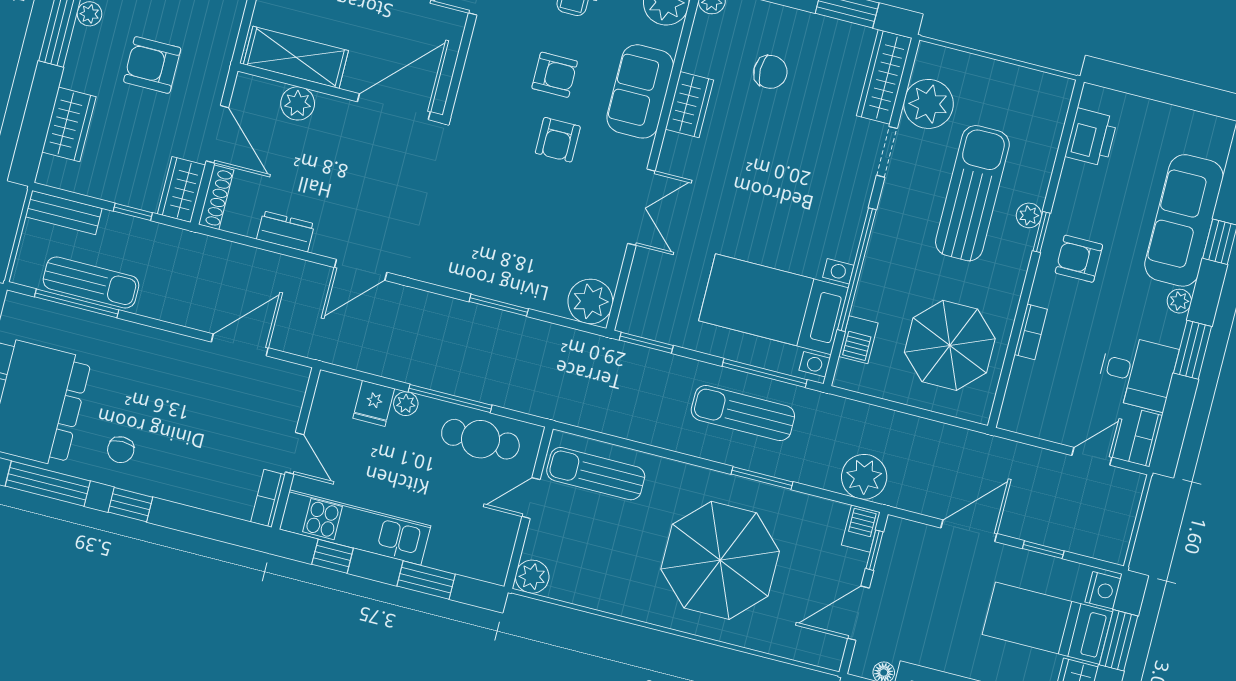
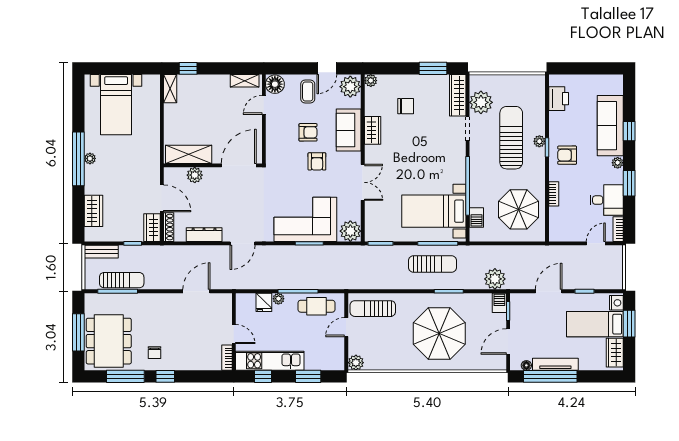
armchair: (152, 65) -> (124, 174), removed
dresser: (285, 232) -> (204, 235), width x1.44
corner sofa: (503, 253) -> (305, 219), added
sun lounger: (743, 413) -> (433, 264), turned 180

